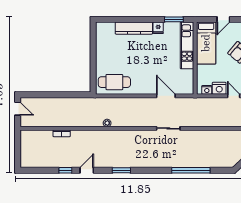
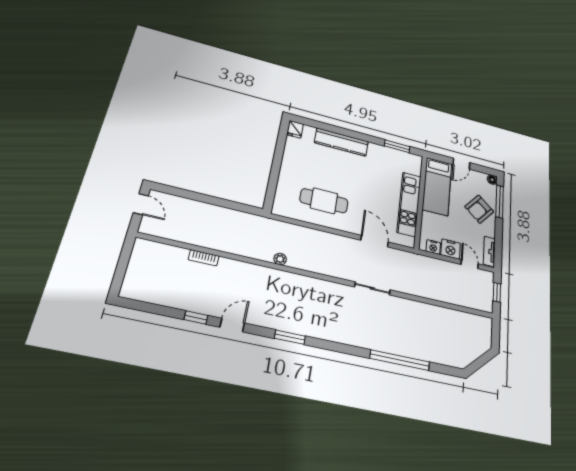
fridge: (158, 28) -> (295, 129), moved
kitchen unit: (187, 45) -> (409, 204), moved
cafe table: (114, 82) -> (324, 201), moved

